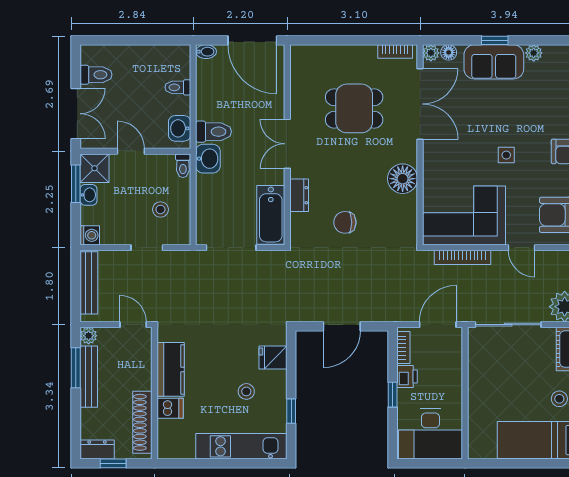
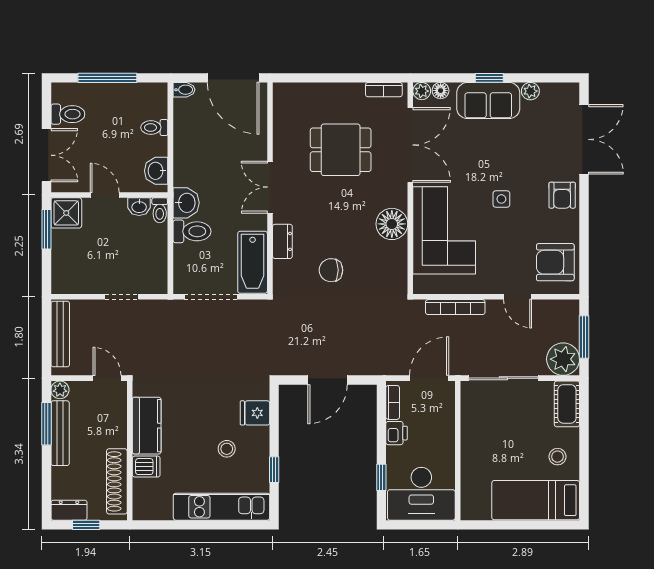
window: (133, 40) -> (107, 78), added
toilet: (213, 132) -> (192, 231), moved
washbasin: (89, 195) -> (139, 207), moved, turned 90
stool: (160, 209) -> (136, 257), removed
corner sofa: (464, 215) -> (444, 230), moved, turned 90
washing machine: (90, 235) -> (61, 284), removed
window: (393, 395) -> (381, 477), moved

